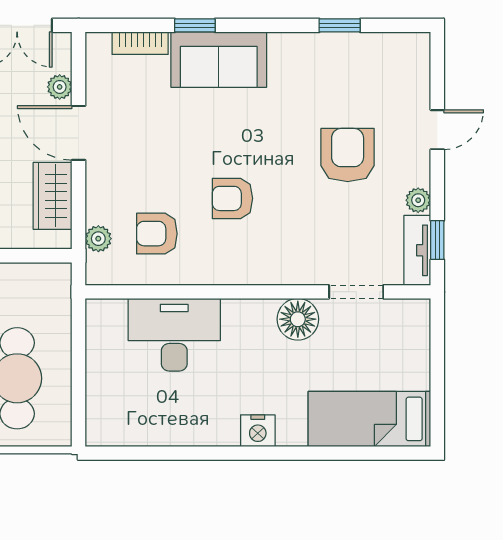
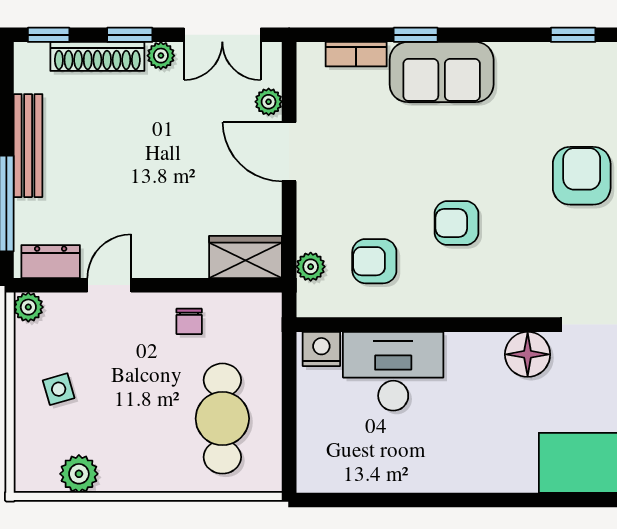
wardrobe: (53, 196) -> (246, 257), moved, turned 90
nightstand: (258, 431) -> (321, 349), moved, turned 180

